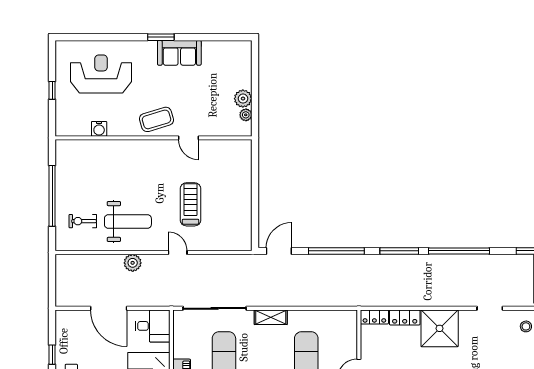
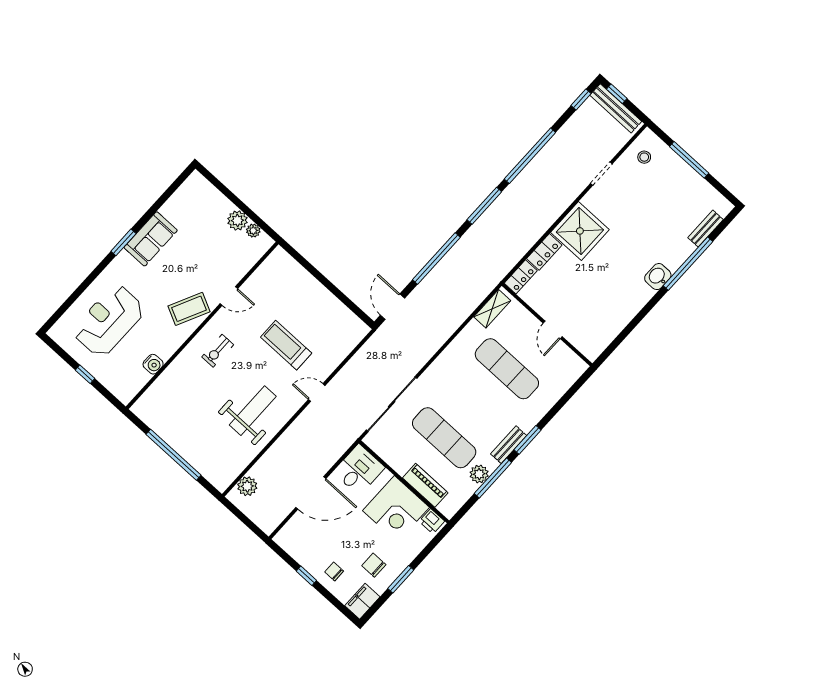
coffee table: (157, 119) -> (189, 309), turned 43
exercise bike: (83, 221) -> (218, 351), moved
plant: (133, 263) -> (247, 486), moved
shelving: (271, 317) -> (492, 309), moved

